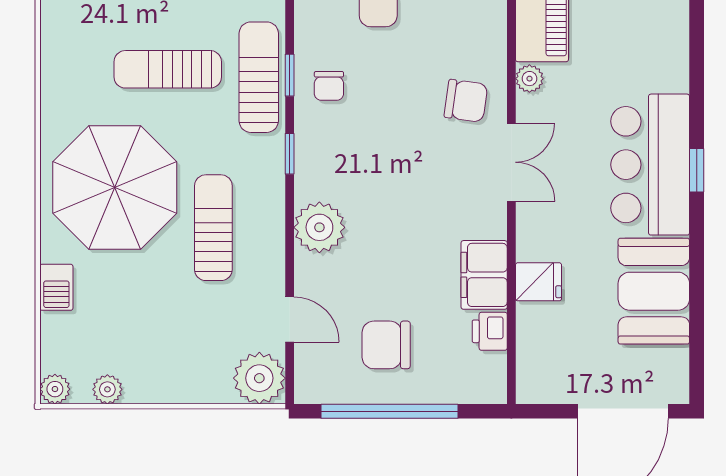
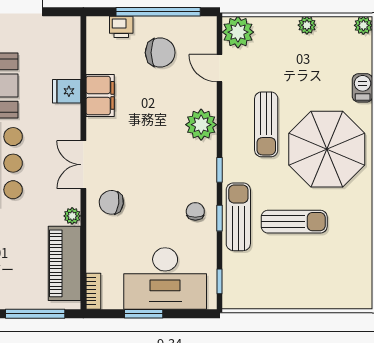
sun lounger: (259, 77) -> (238, 217), turned 180
printer: (490, 331) -> (121, 27), moved, turned 90
plant: (107, 389) -> (307, 25), moved

